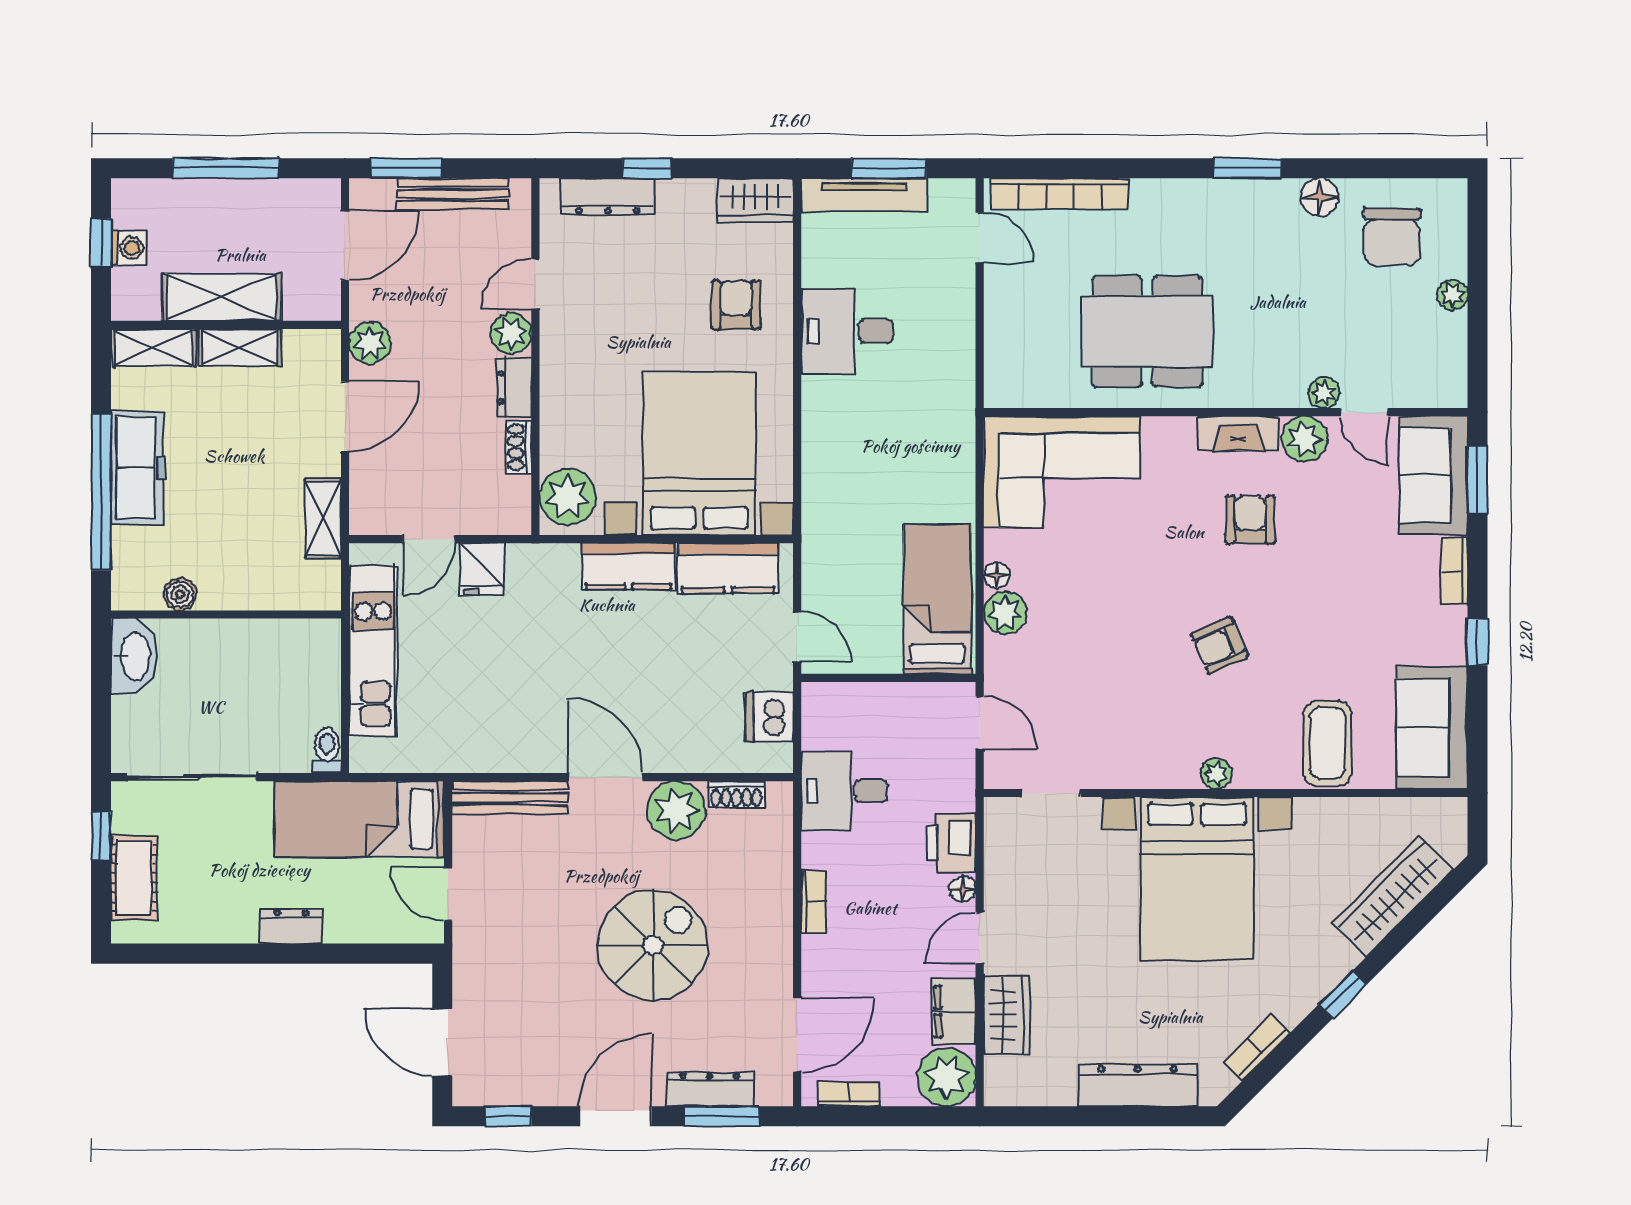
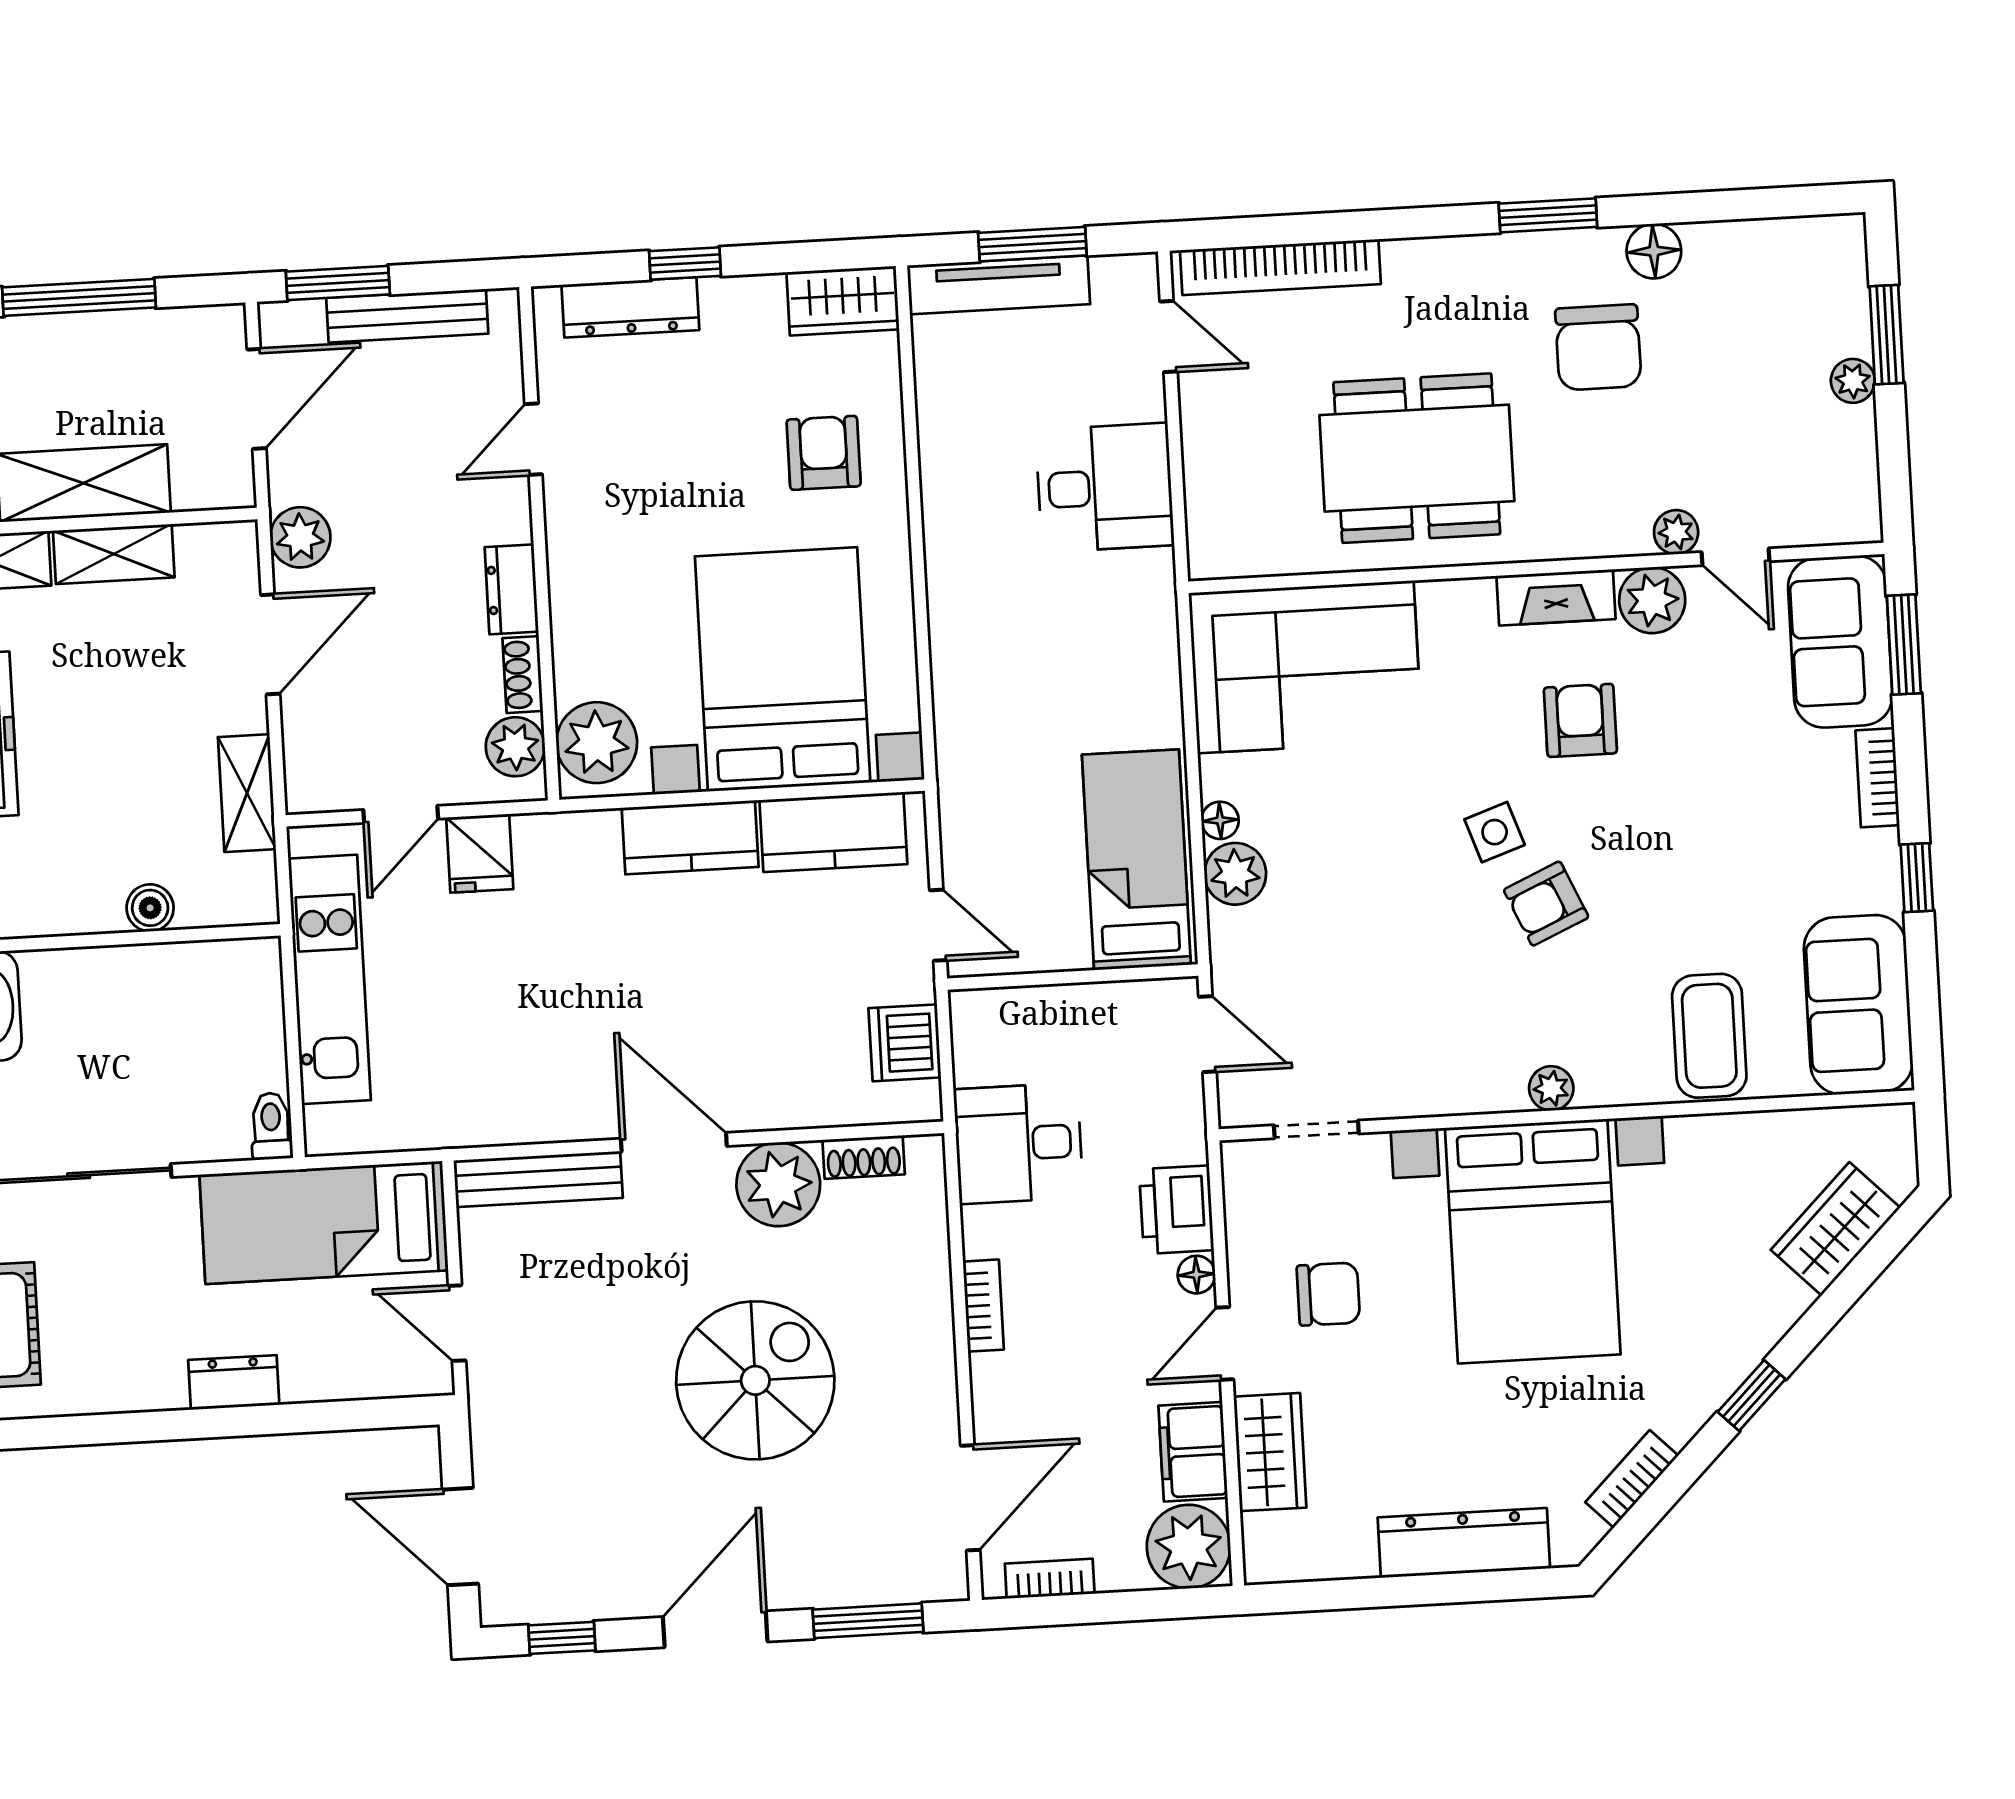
chair: (1392, 237) -> (1598, 347), moved
window: (1477, 264) -> (1887, 335), added
desk: (847, 331) -> (1105, 488), moved, turned 180
plant: (511, 333) -> (515, 747), moved
boiler: (180, 594) -> (150, 908), moved
side table: (1186, 594) -> (1495, 832), added
wardrobe: (1393, 897) -> (1836, 1229), width x0.67
chair: (1053, 908) -> (1328, 1294), added
dresser: (710, 1089) -> (849, 1583), removed

